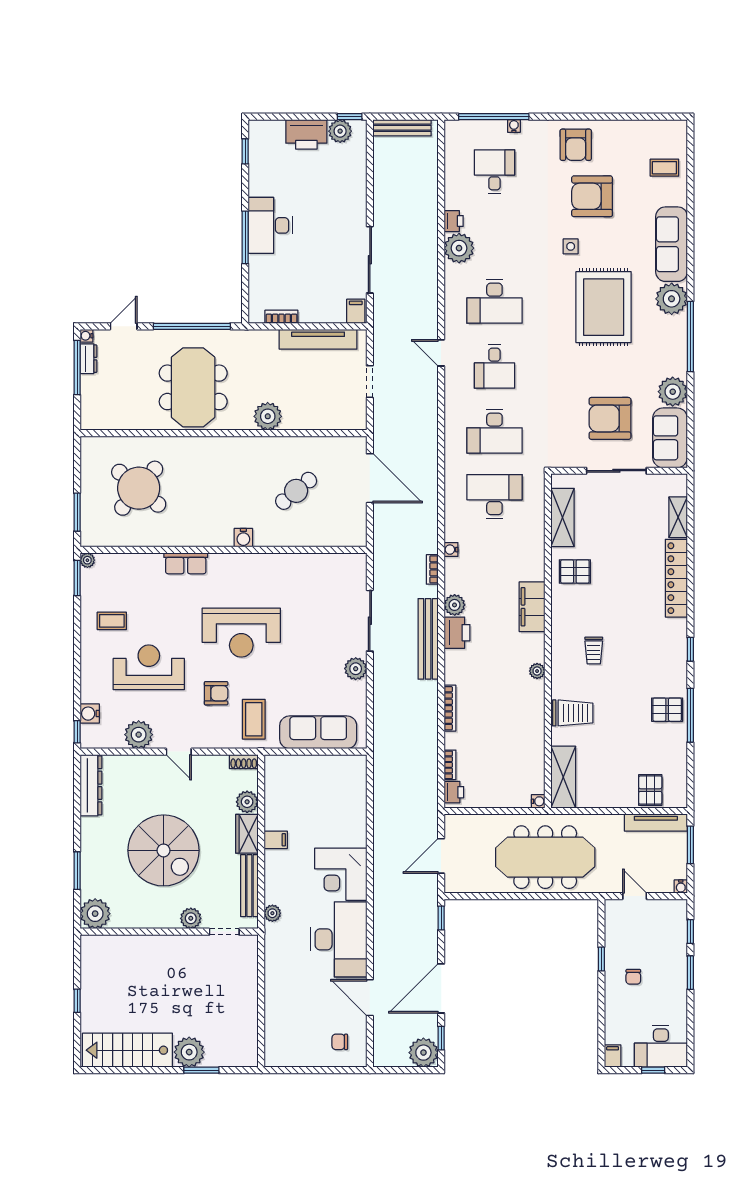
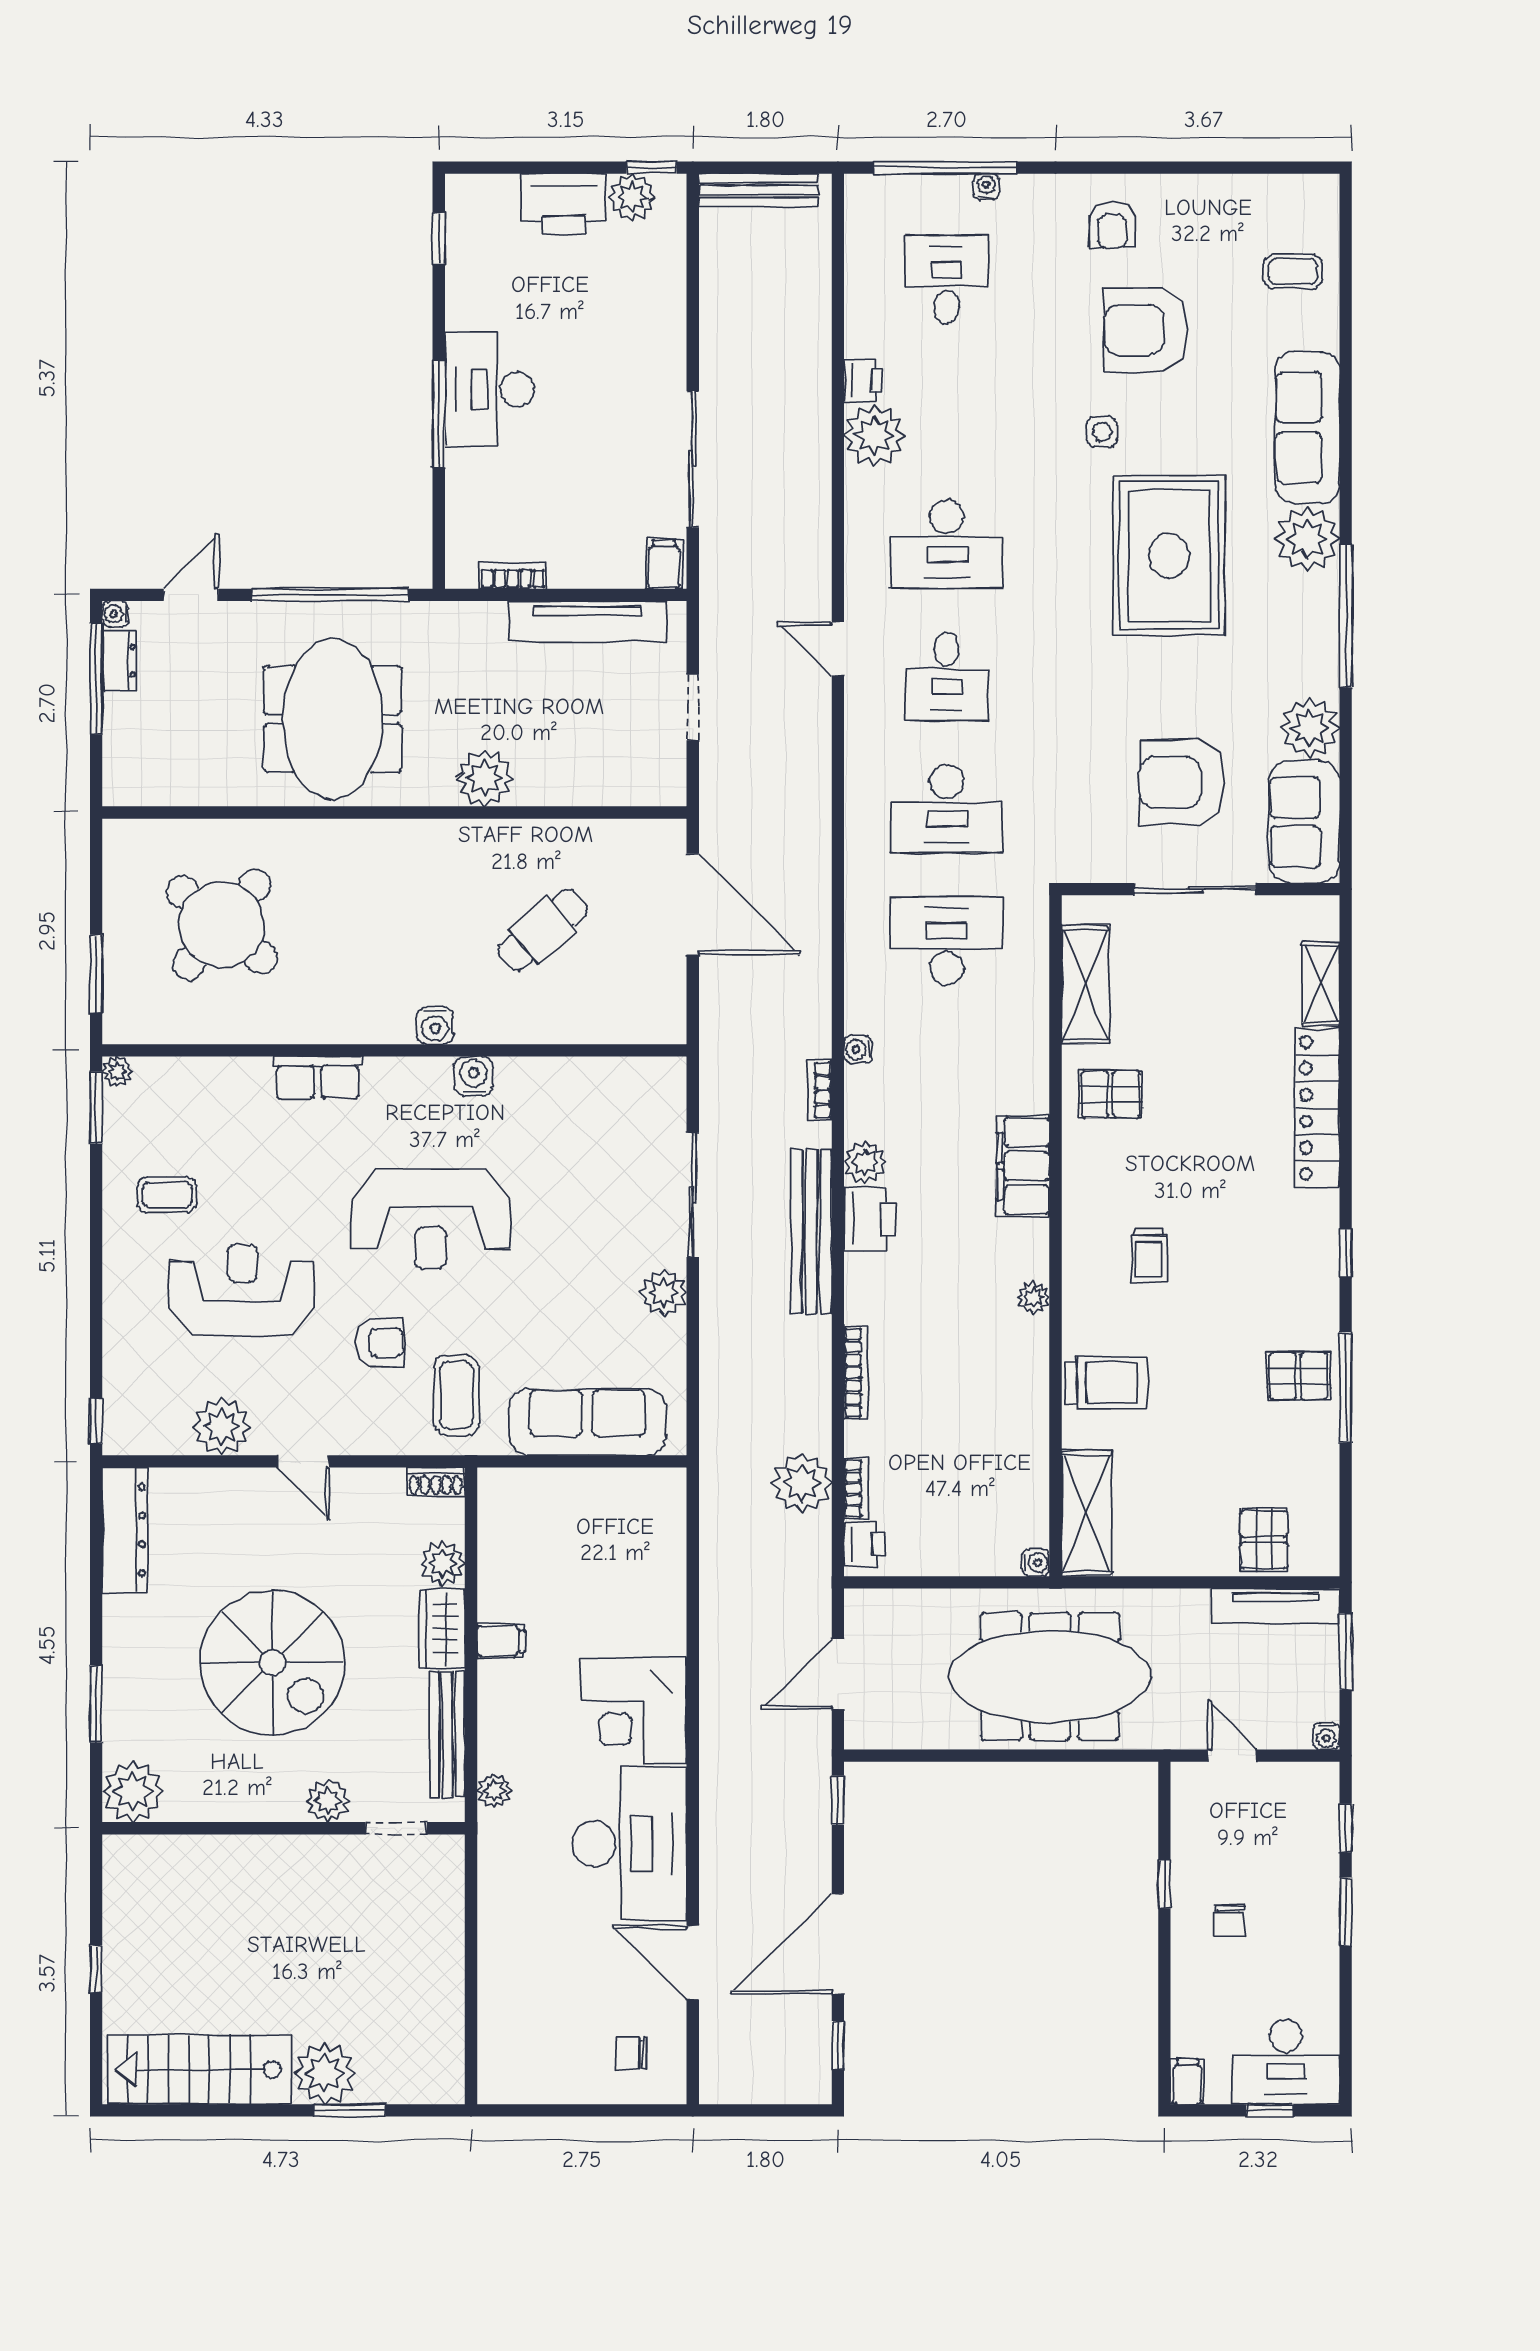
armchair: (576, 145) -> (1112, 225), width x0.72, depth x0.72
water cooler: (90, 714) -> (474, 1076), moved, turned 90
plant: (423, 1053) -> (802, 1483), moved

